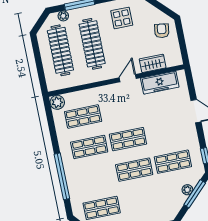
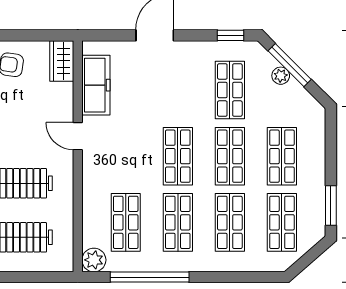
wardrobe: (153, 63) -> (62, 61), moved
window: (62, 176) -> (150, 277), moved
shop shelf: (95, 177) -> (230, 222), added
shop shelf: (140, 200) -> (282, 156), added

